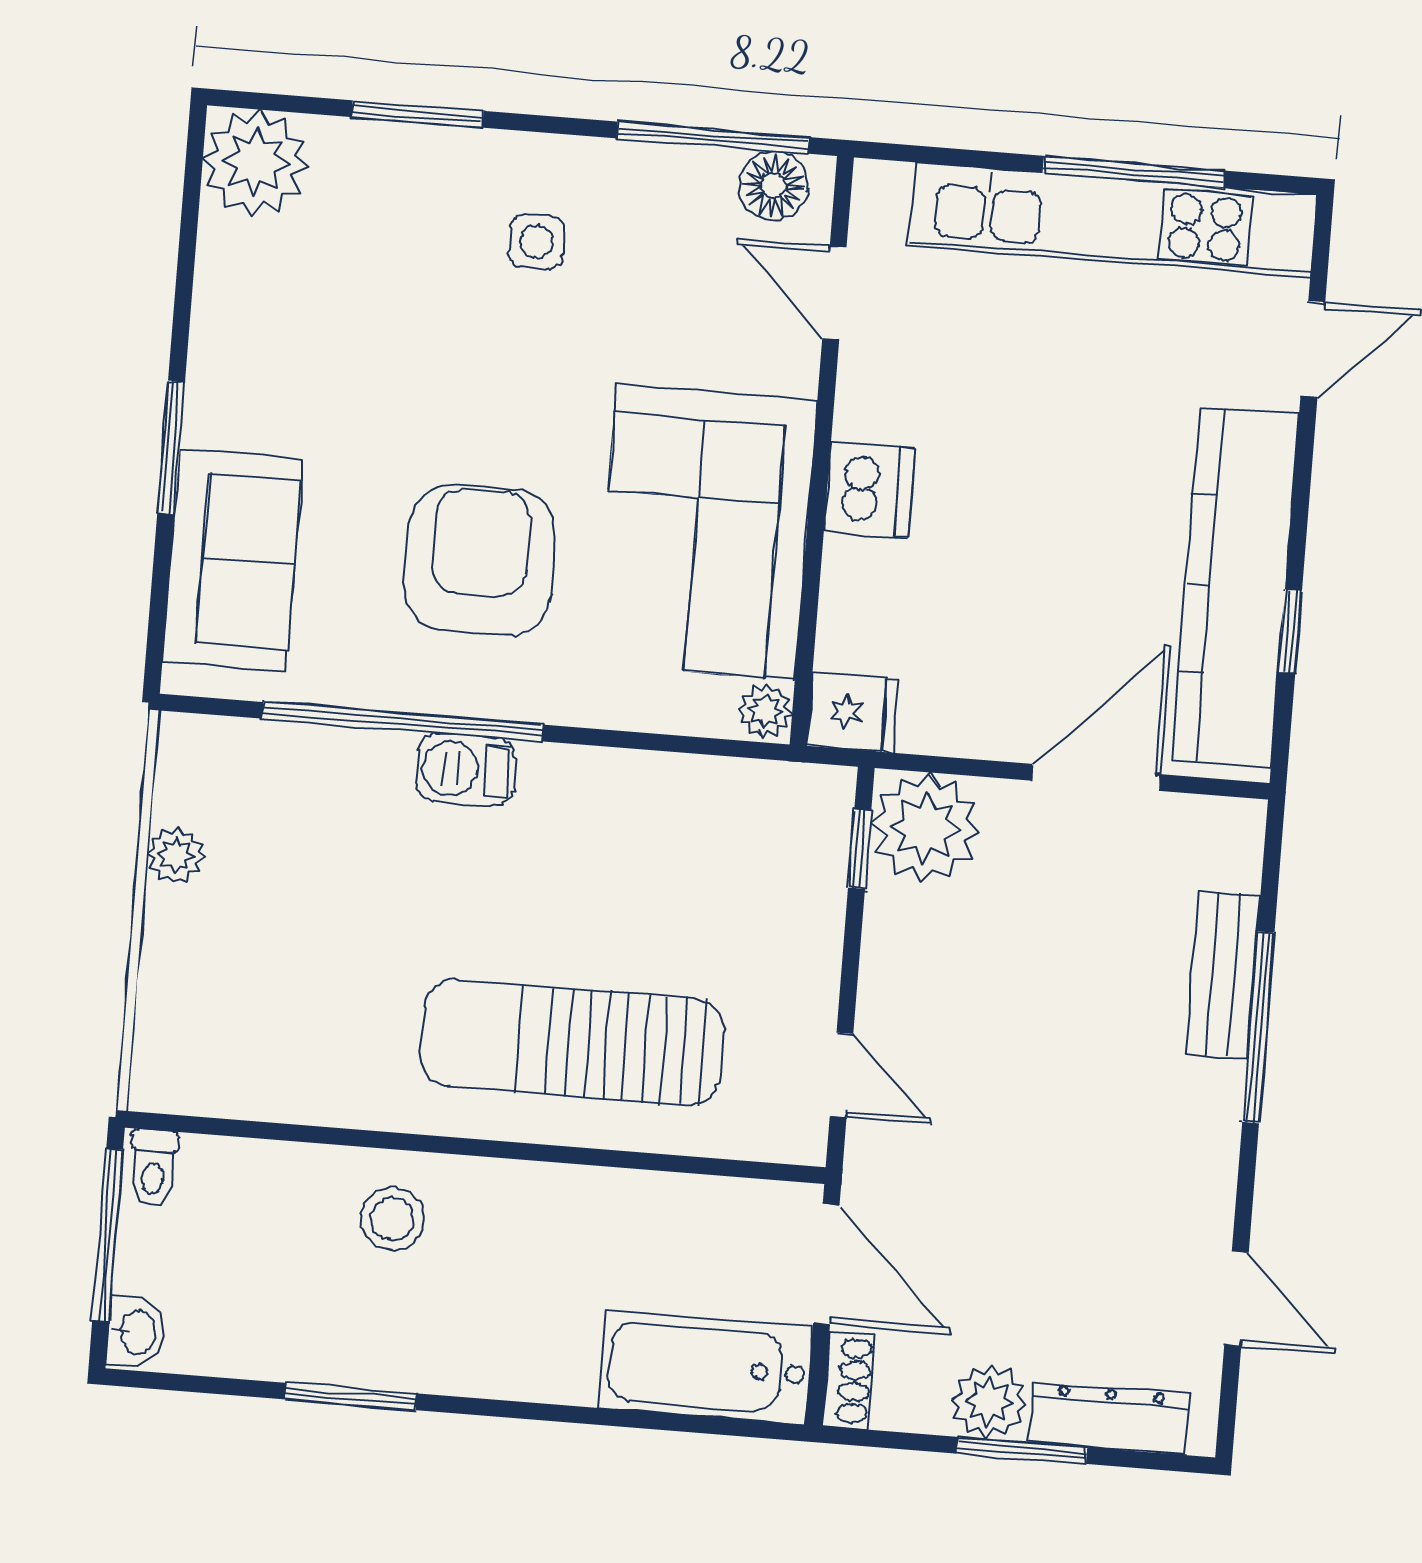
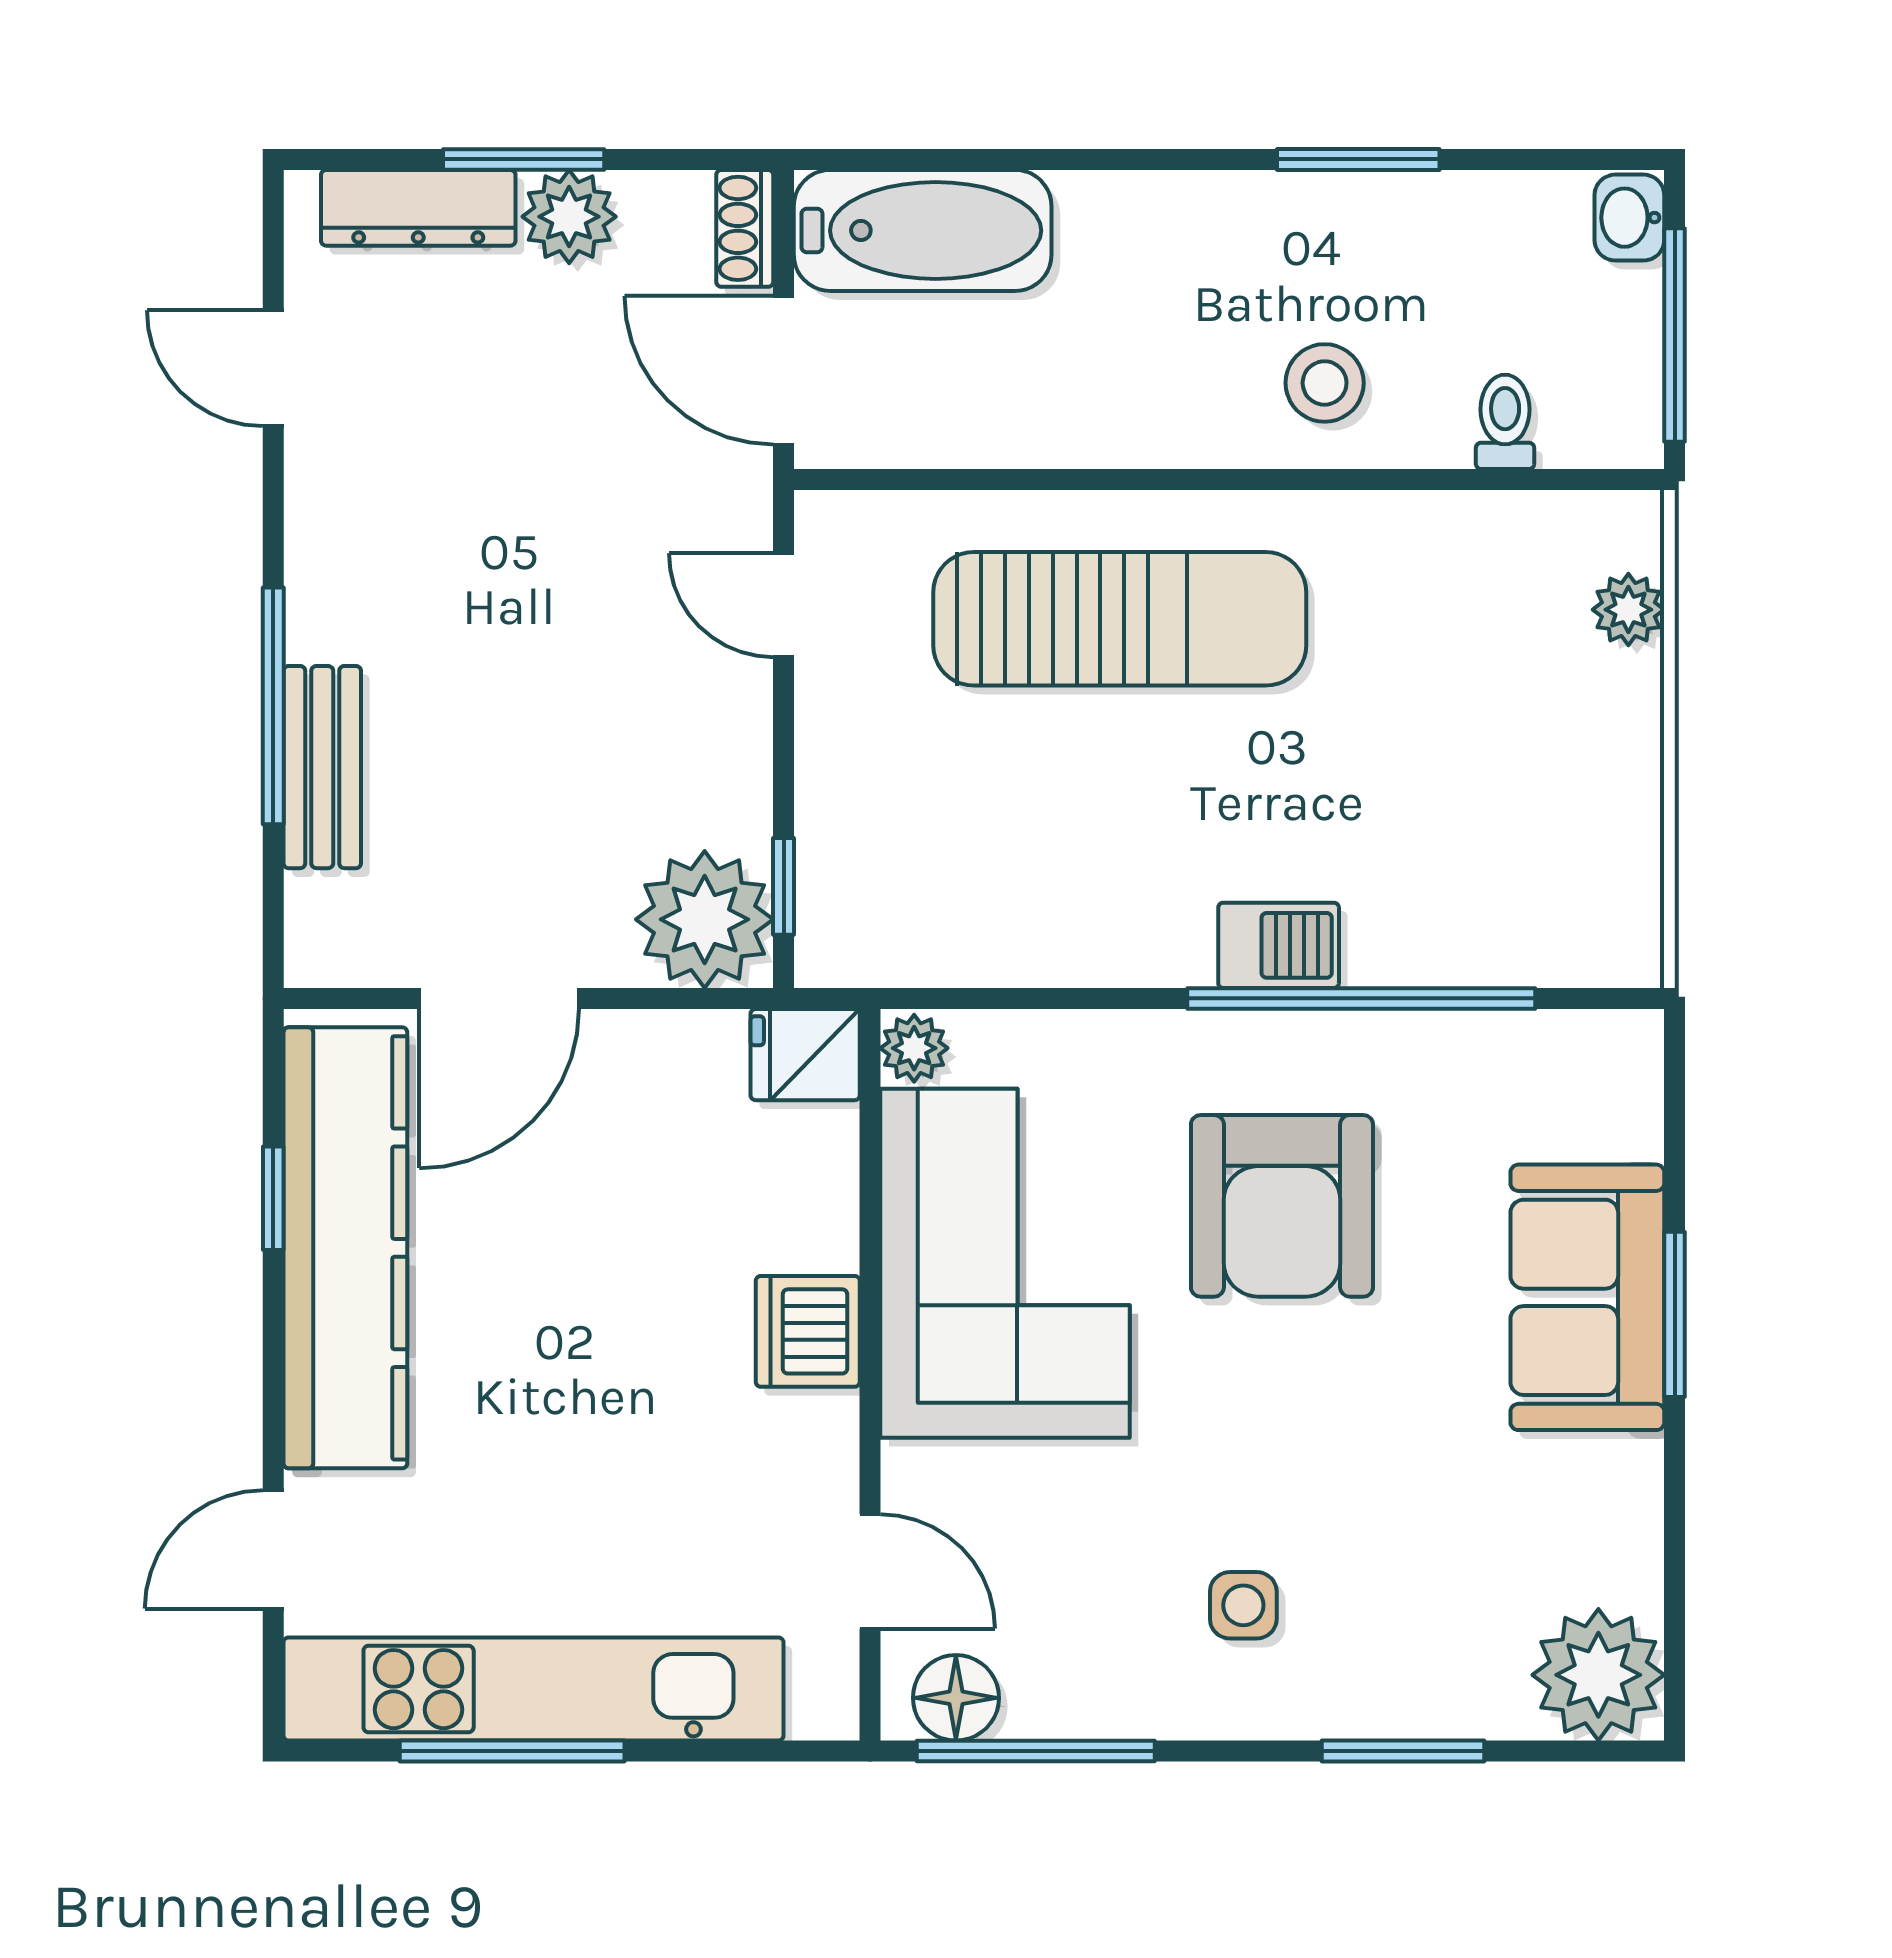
sofa: (233, 560) -> (1587, 1297), moved
plant: (176, 855) -> (1628, 610), moved
toilet: (153, 1168) -> (1505, 422), moved

